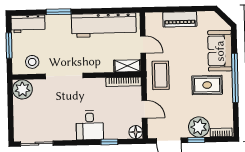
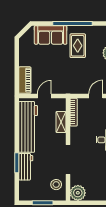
piano: (180, 19) -> (25, 80), moved
workbench: (28, 24) -> (26, 167), moved
shelving: (127, 66) -> (61, 122), moved
coffee table: (161, 75) -> (69, 83), removed

